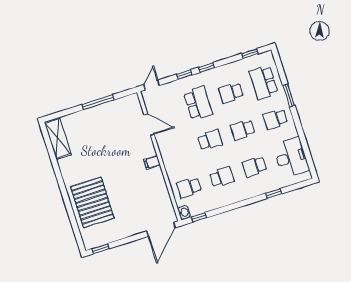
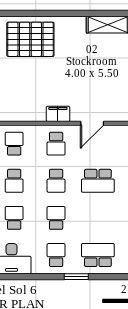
school desk: (231, 93) -> (56, 144), moved, turned 180
filing cabinet: (152, 162) -> (58, 114), width x2.00

